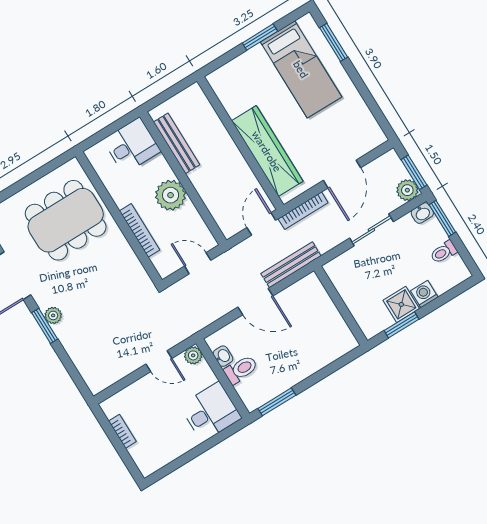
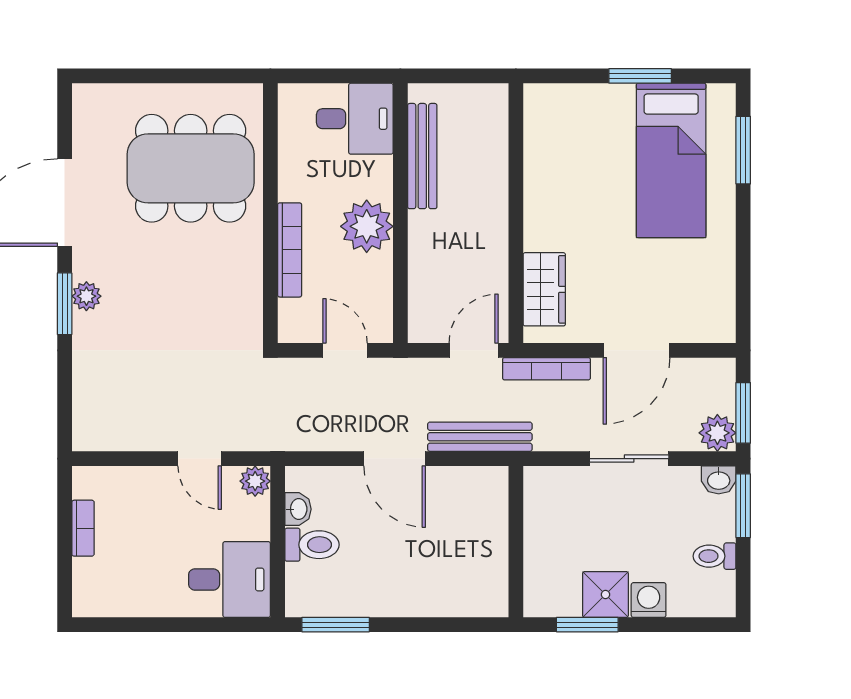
wardrobe: (267, 151) -> (544, 289), width x0.48, depth x0.85

